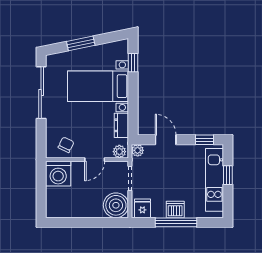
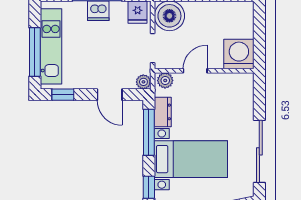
window: (133, 108) -> (149, 132), added
chair: (66, 145) -> (229, 89), removed
window: (228, 175) -> (35, 52), width x2.17

